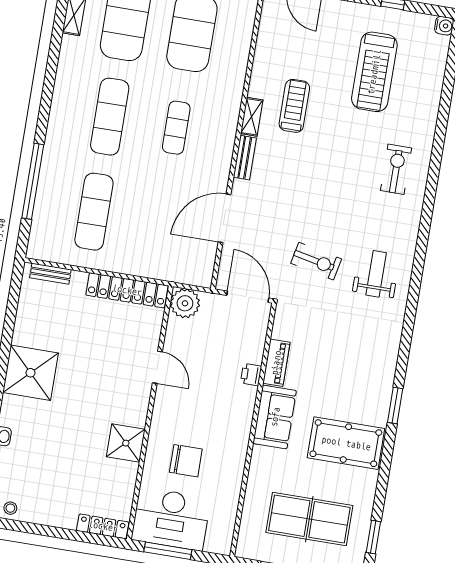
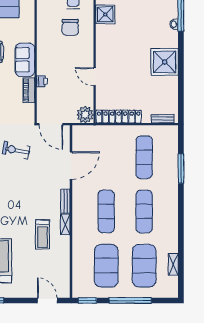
exercise mat: (176, 128) -> (106, 211), width x1.36, depth x1.45
window: (33, 181) -> (181, 168), width x0.68
shower: (126, 443) -> (105, 14), moved
chair: (186, 461) -> (70, 27), turned -90

